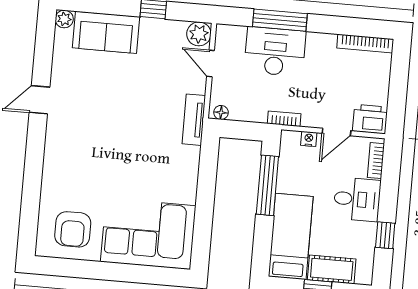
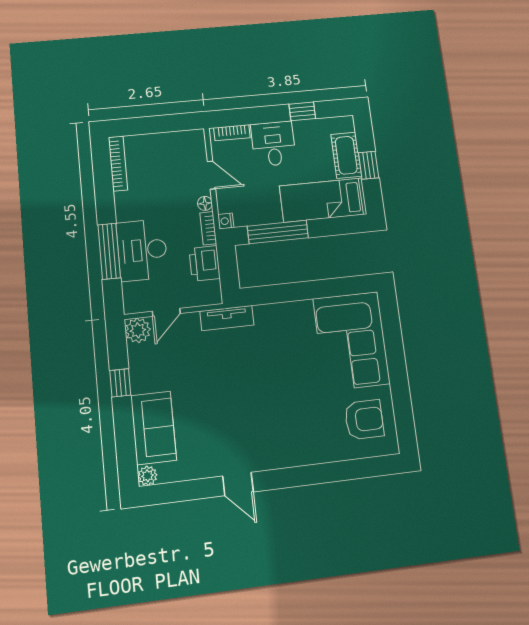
floor lamp: (221, 112) -> (205, 203), moved
printer: (370, 119) -> (205, 263), moved
nightstand: (309, 139) -> (226, 221), moved

